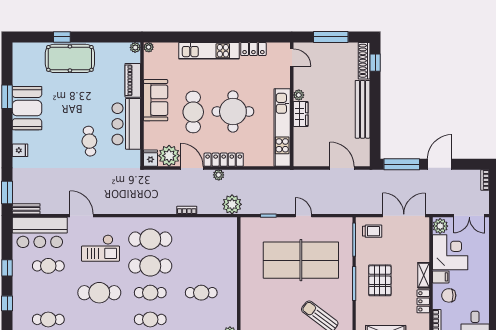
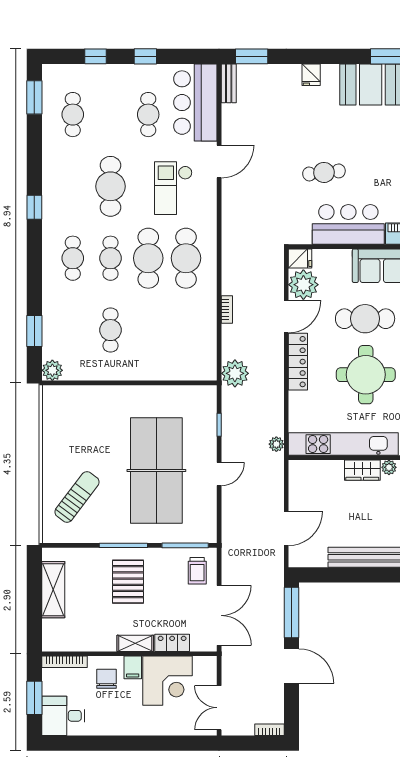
plant: (219, 175) -> (276, 444), moved
plant: (440, 226) -> (204, 667), removed
pallet: (380, 280) -> (128, 582), turned 90
locker: (423, 301) -> (172, 643), moved

